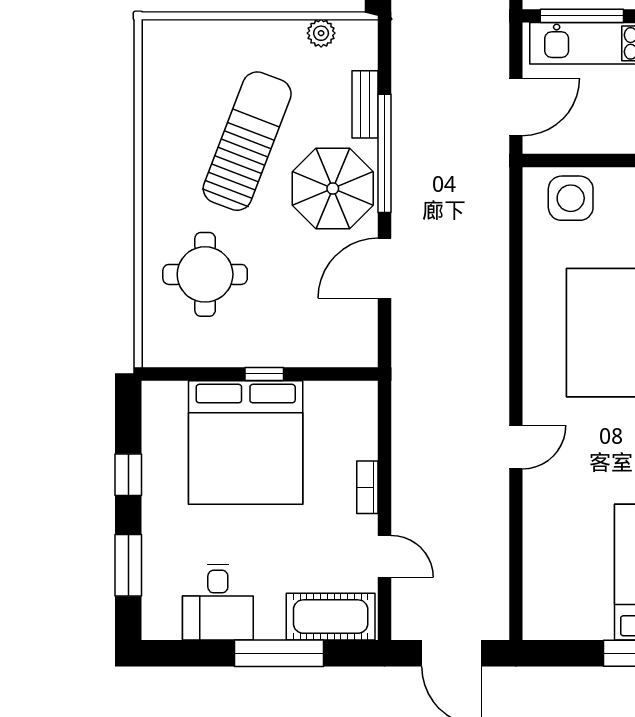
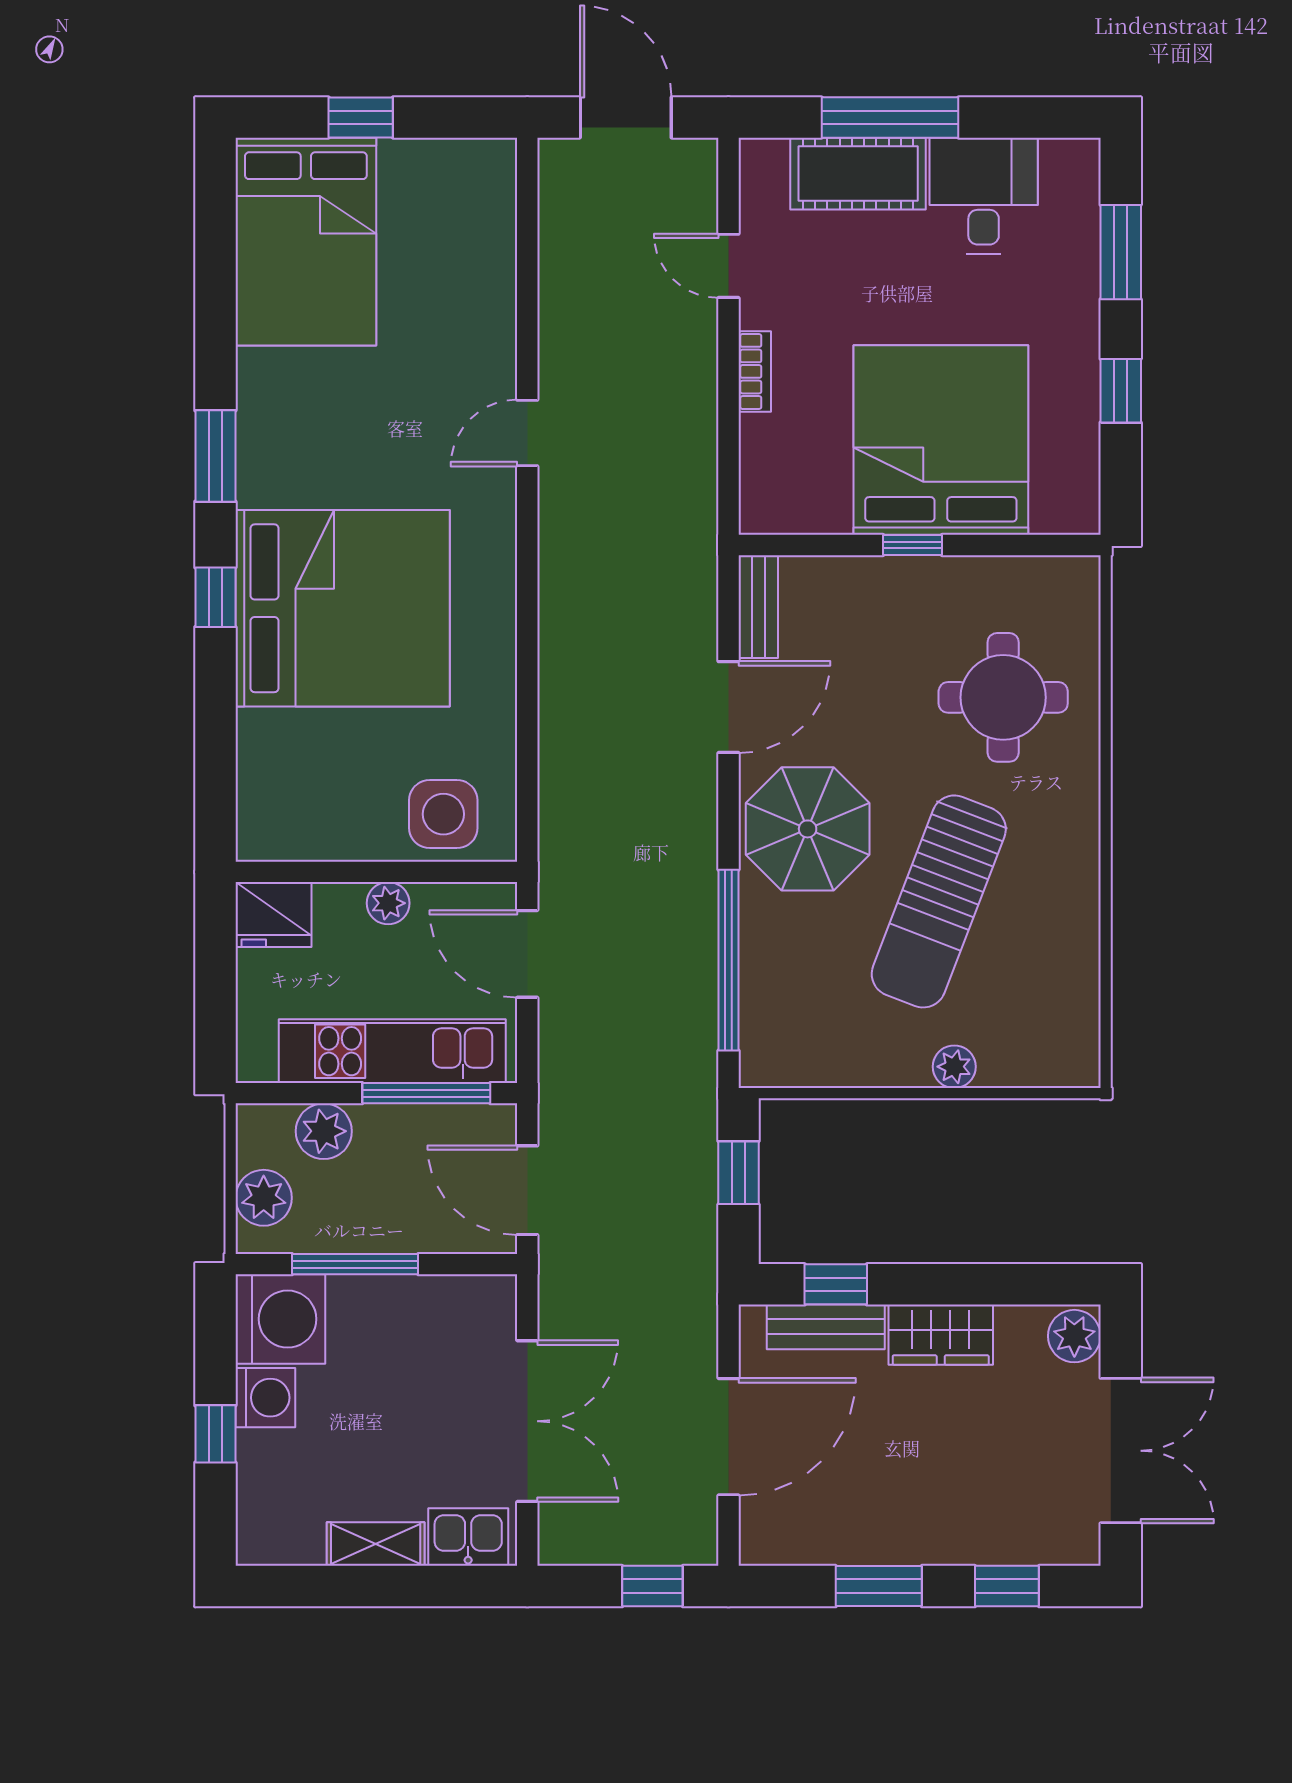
plant: (321, 33) -> (954, 1067), moved
bench: (365, 104) -> (758, 607), moved
door: (516, 107) -> (527, 954), hinge flipped
plant: (607, 140) -> (388, 903), added
window: (384, 153) -> (728, 960), moved
cot: (331, 617) -> (858, 174), moved

